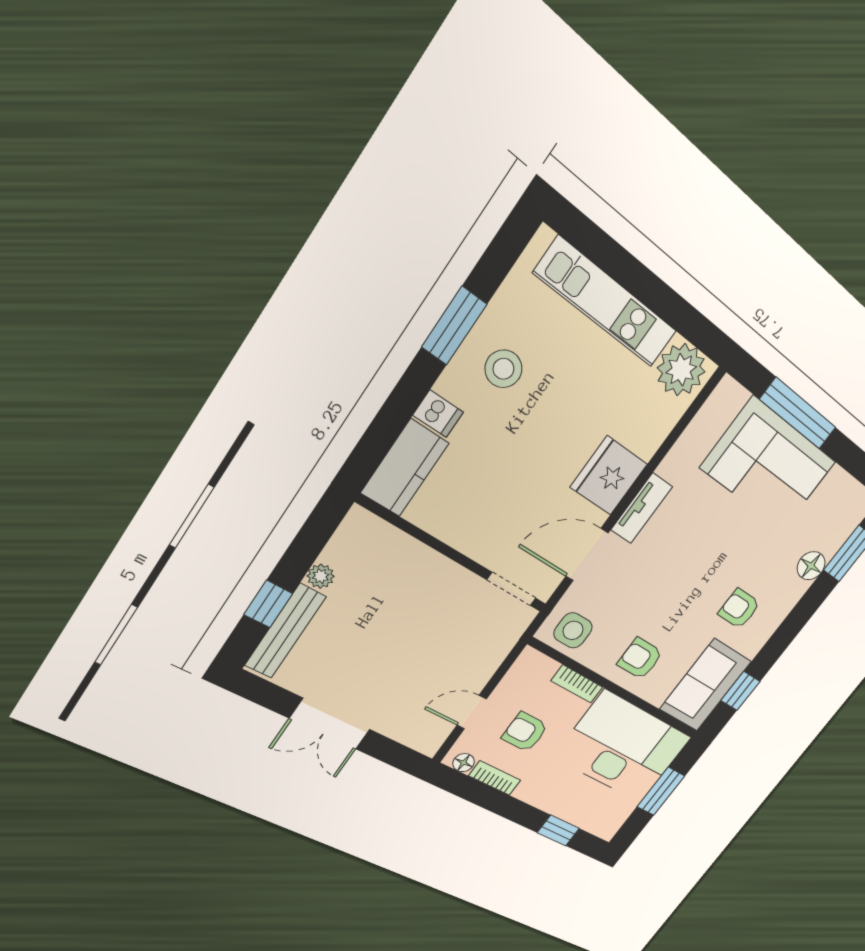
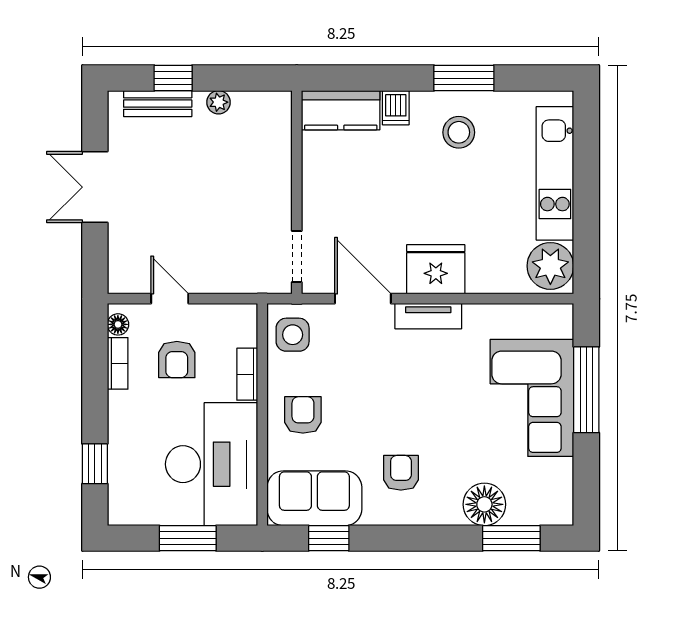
floor lamp: (811, 566) -> (484, 504), width x1.38, depth x1.38
bench: (285, 631) -> (158, 104), width x0.73
armchair: (525, 732) -> (177, 360), turned 180

